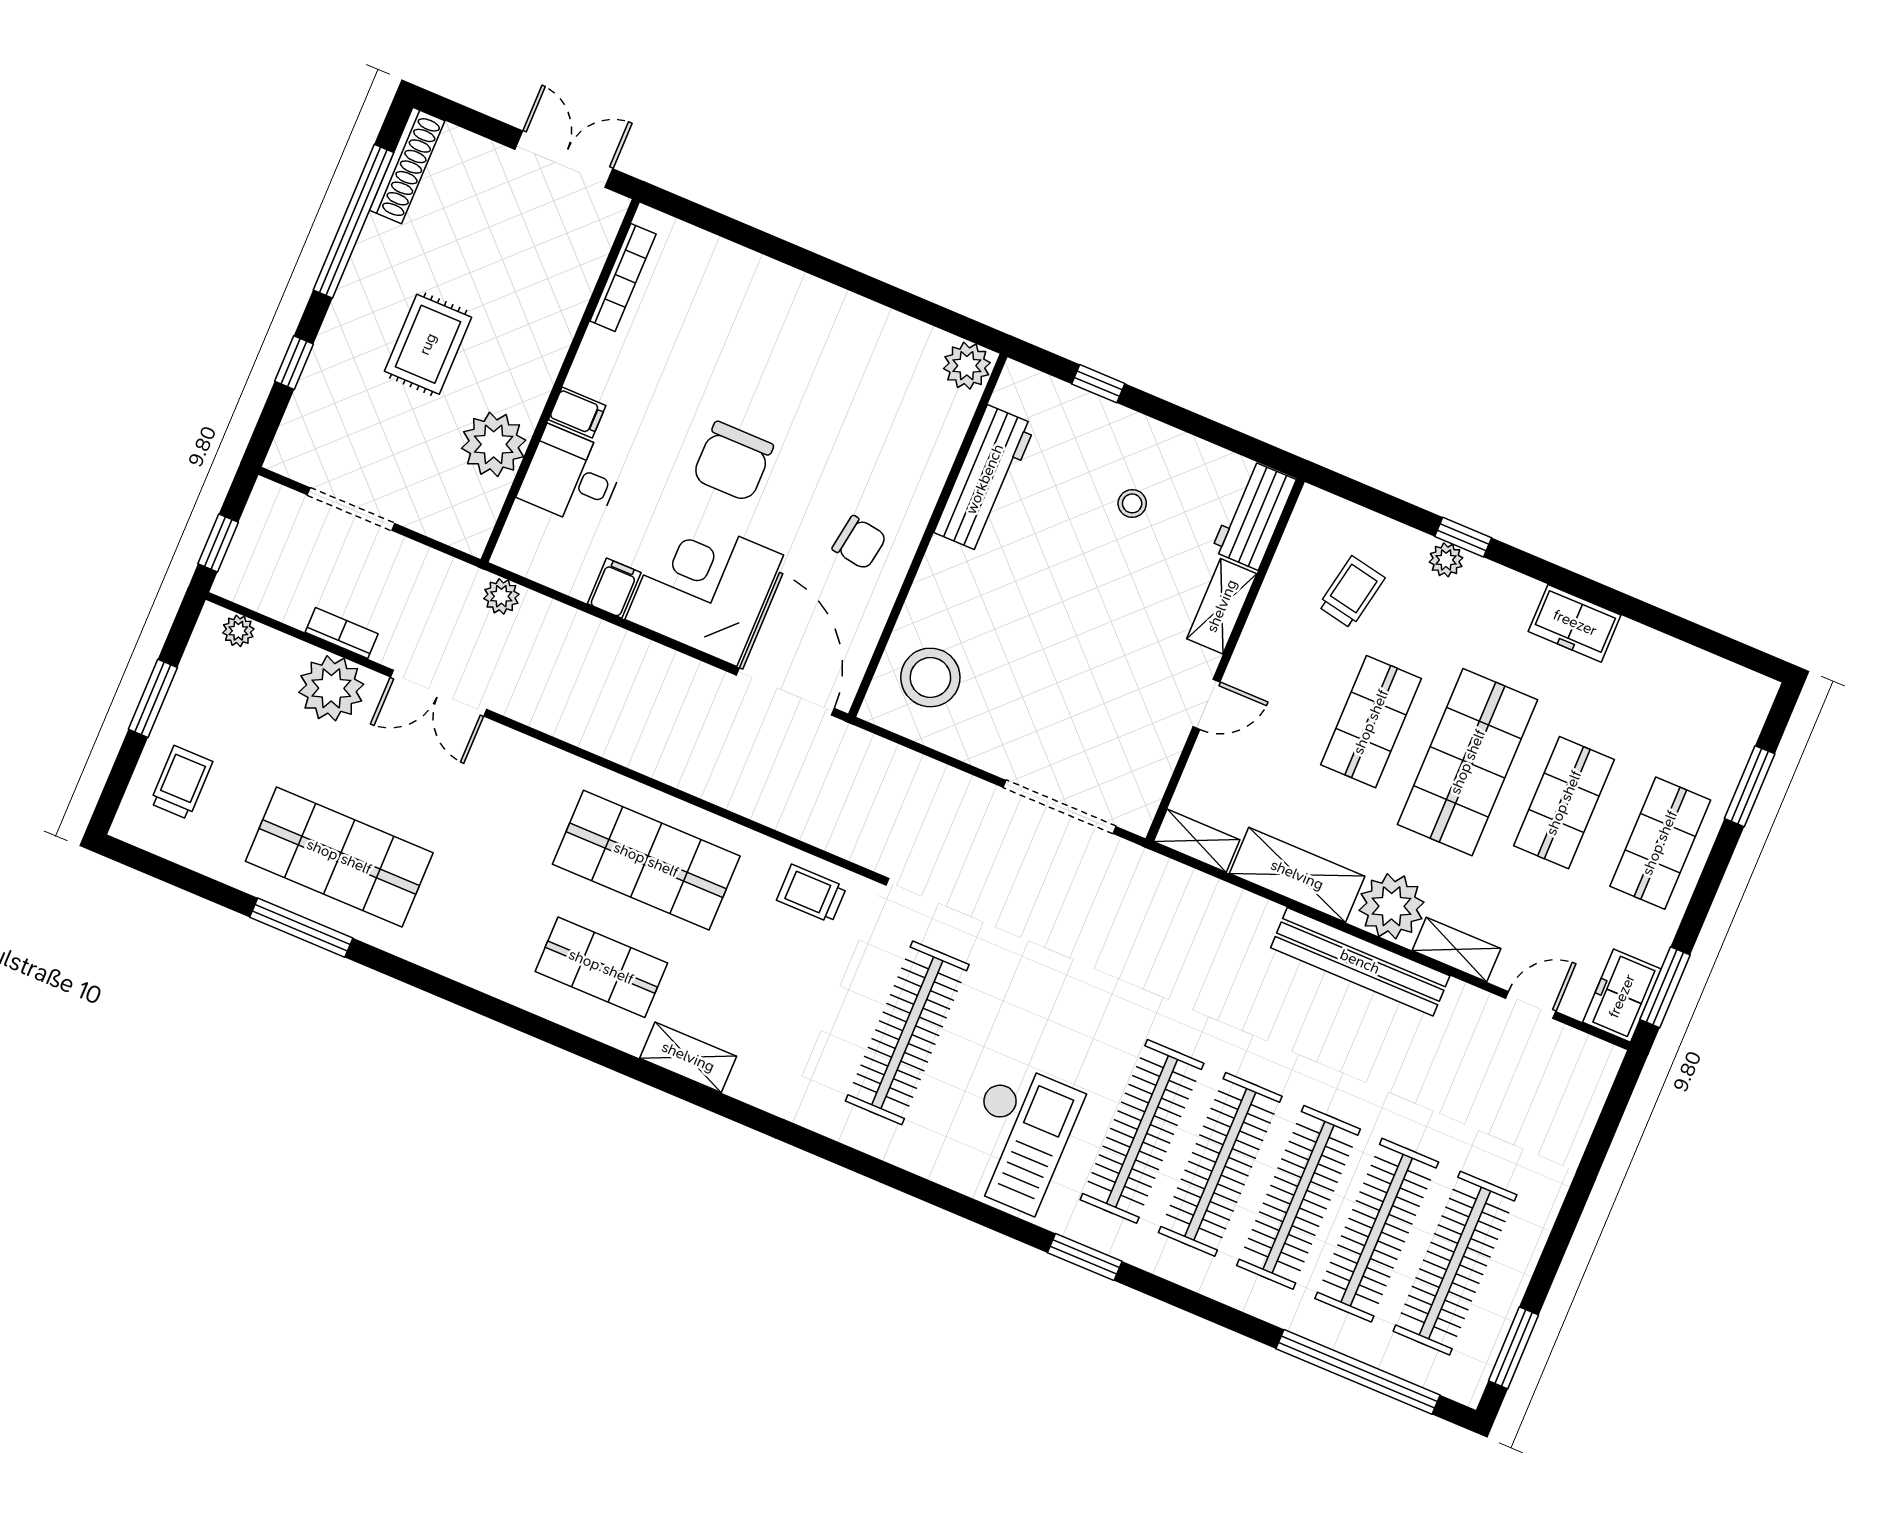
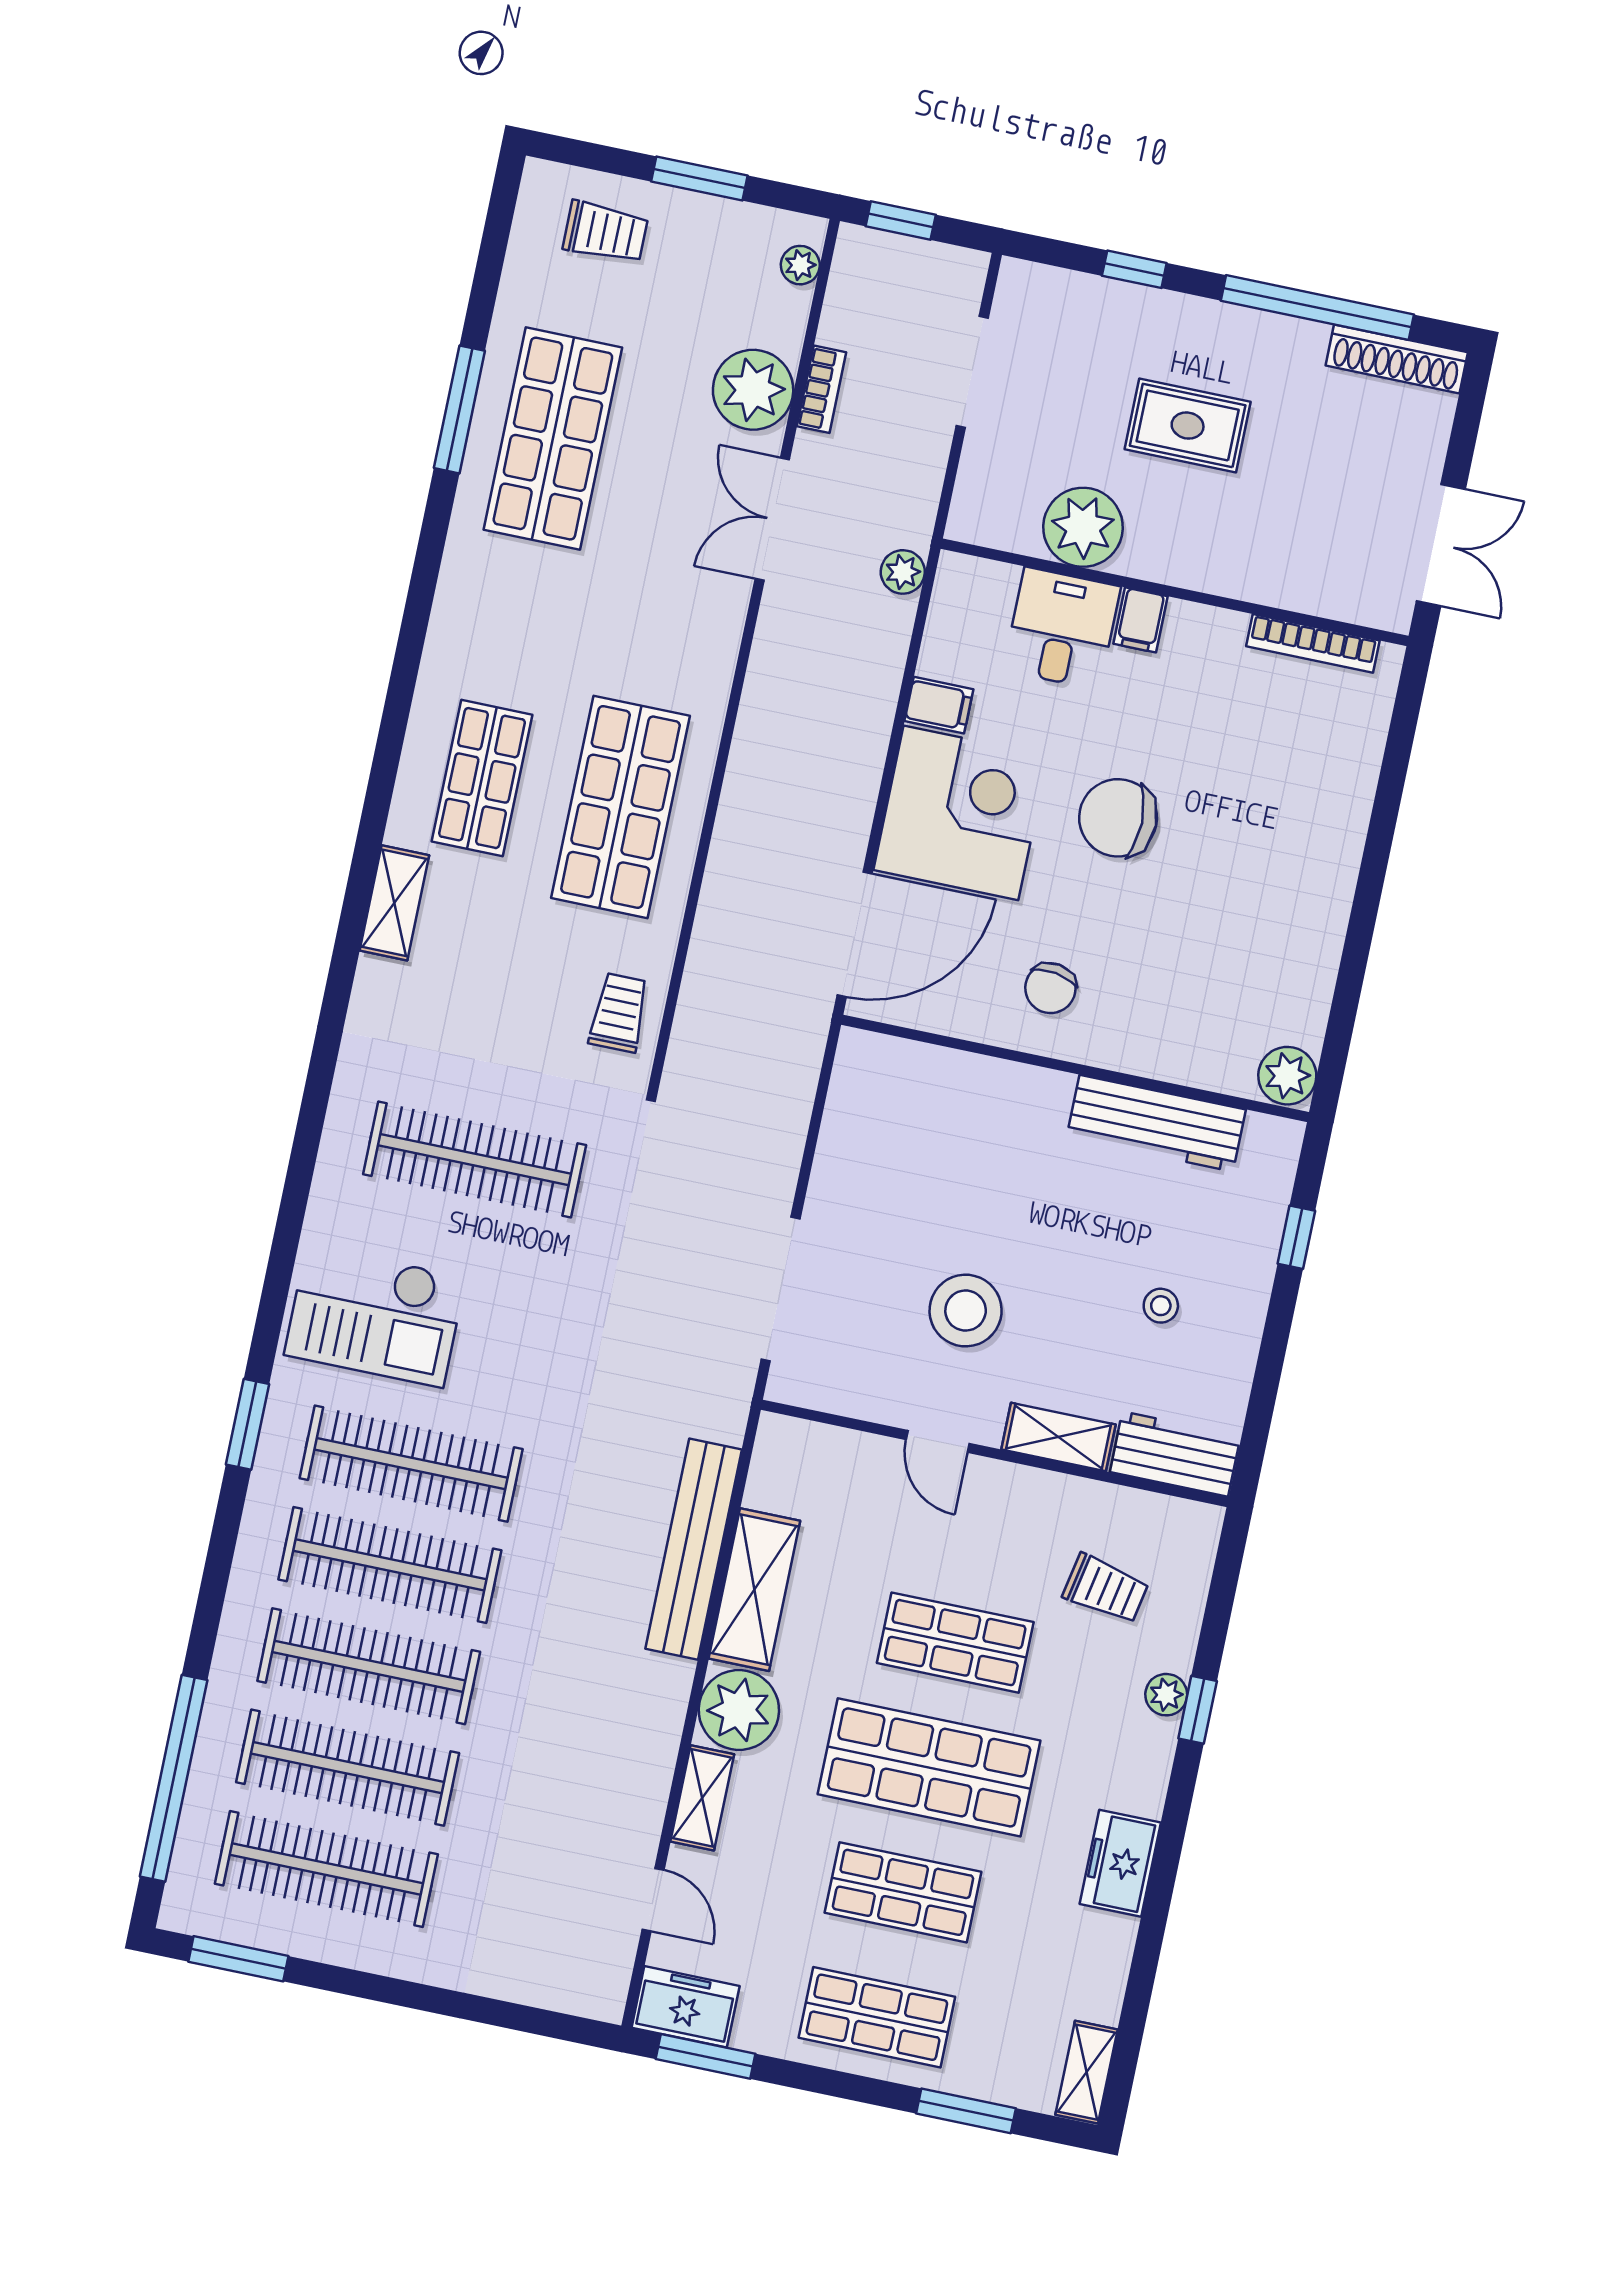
stool: (930, 677) -> (966, 1311), moved
shelving: (1197, 841) -> (1086, 2072), moved
bench: (1360, 962) -> (694, 1549), moved

